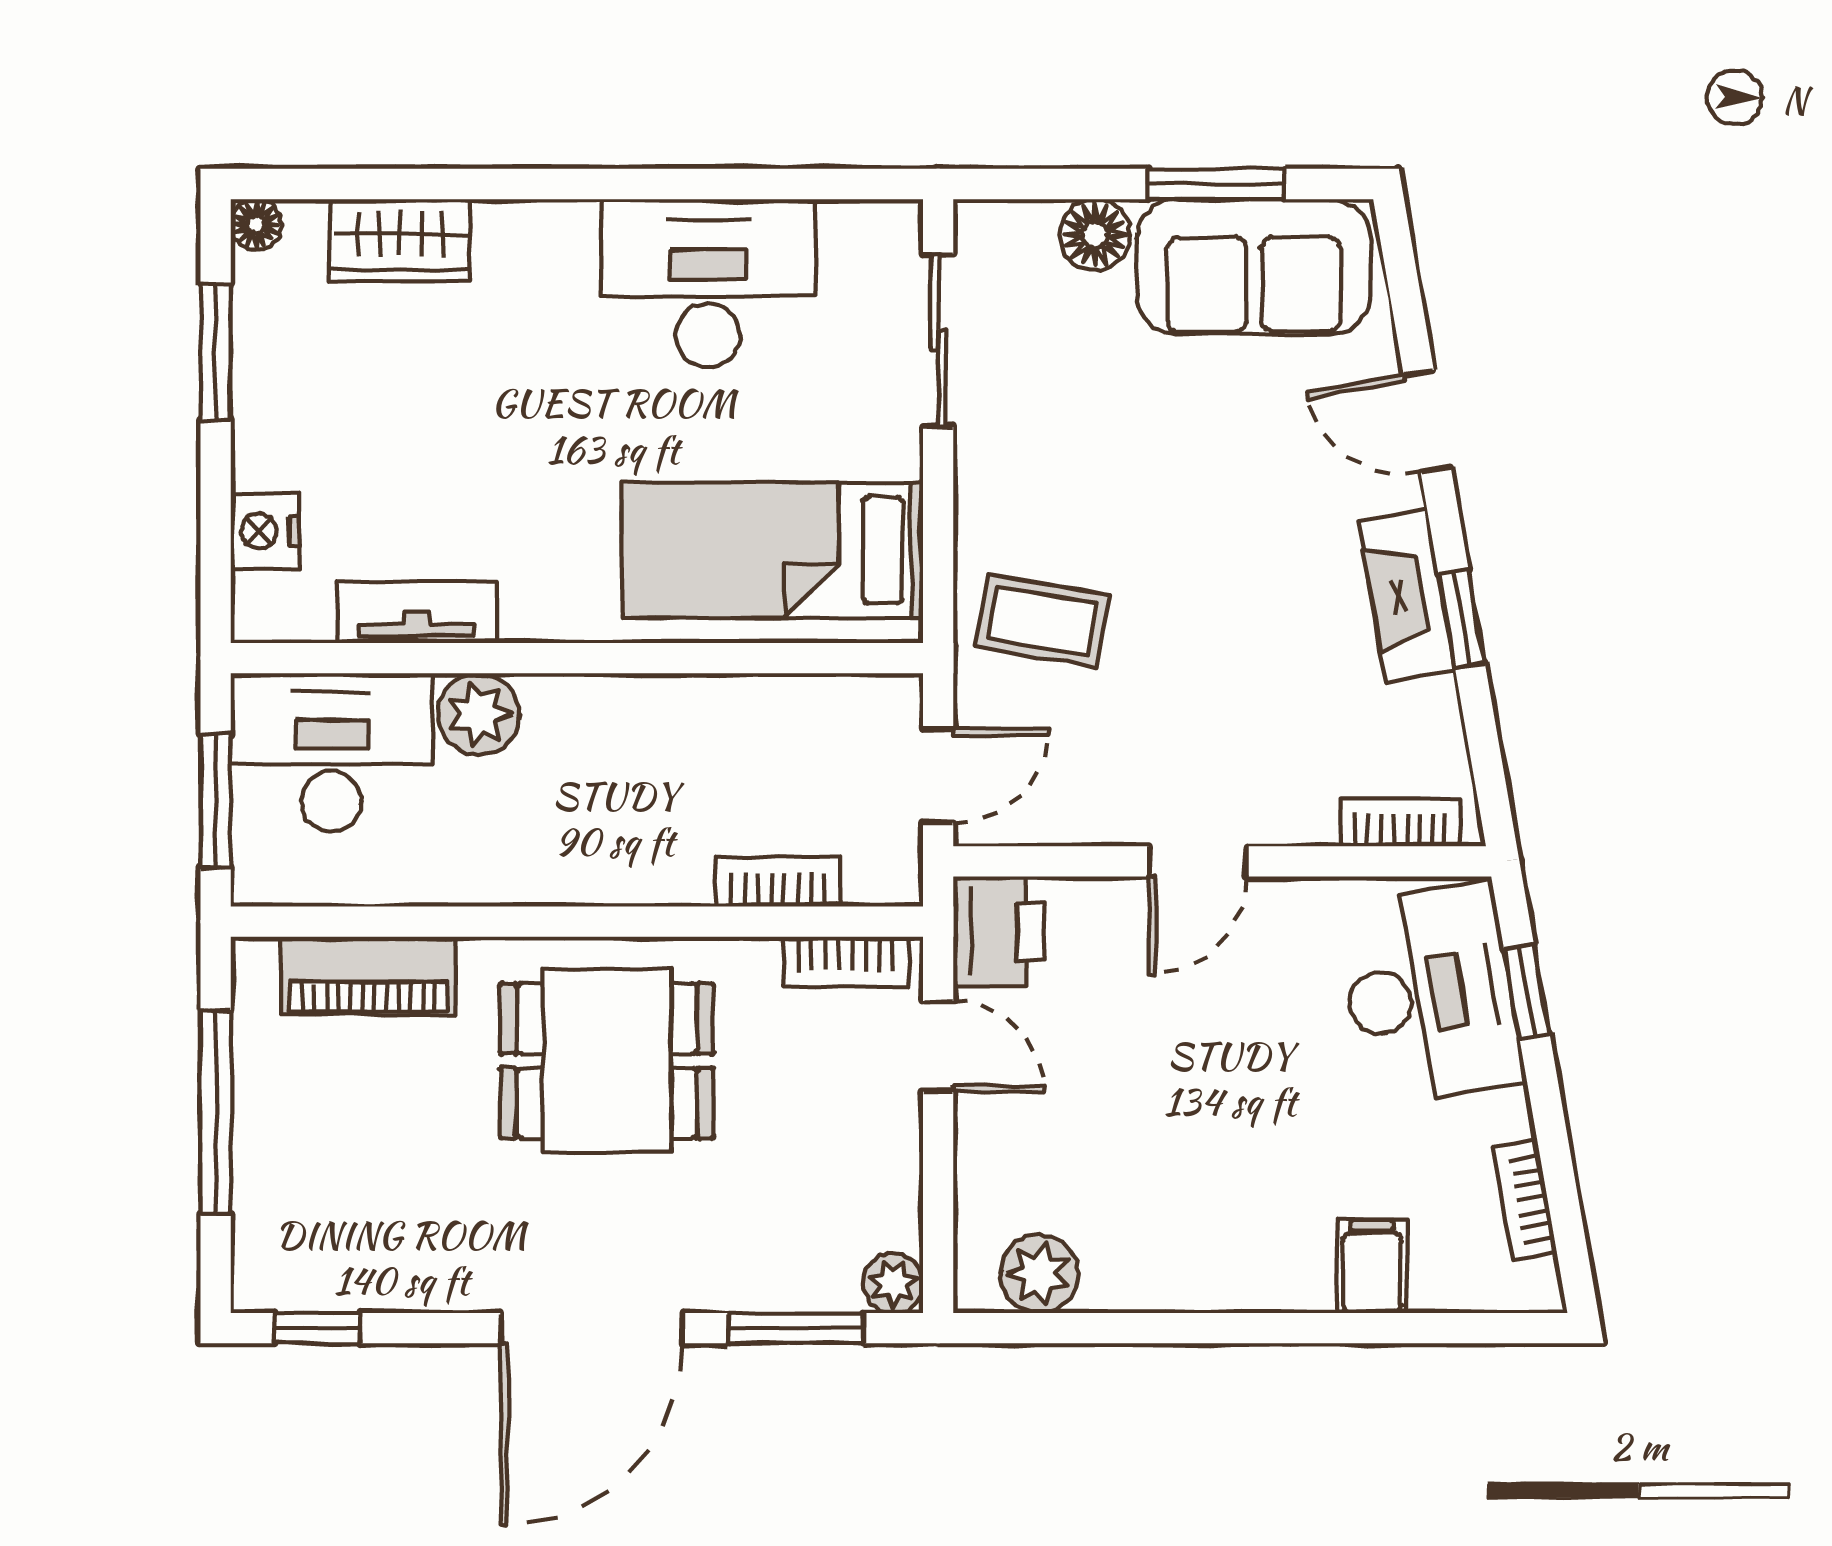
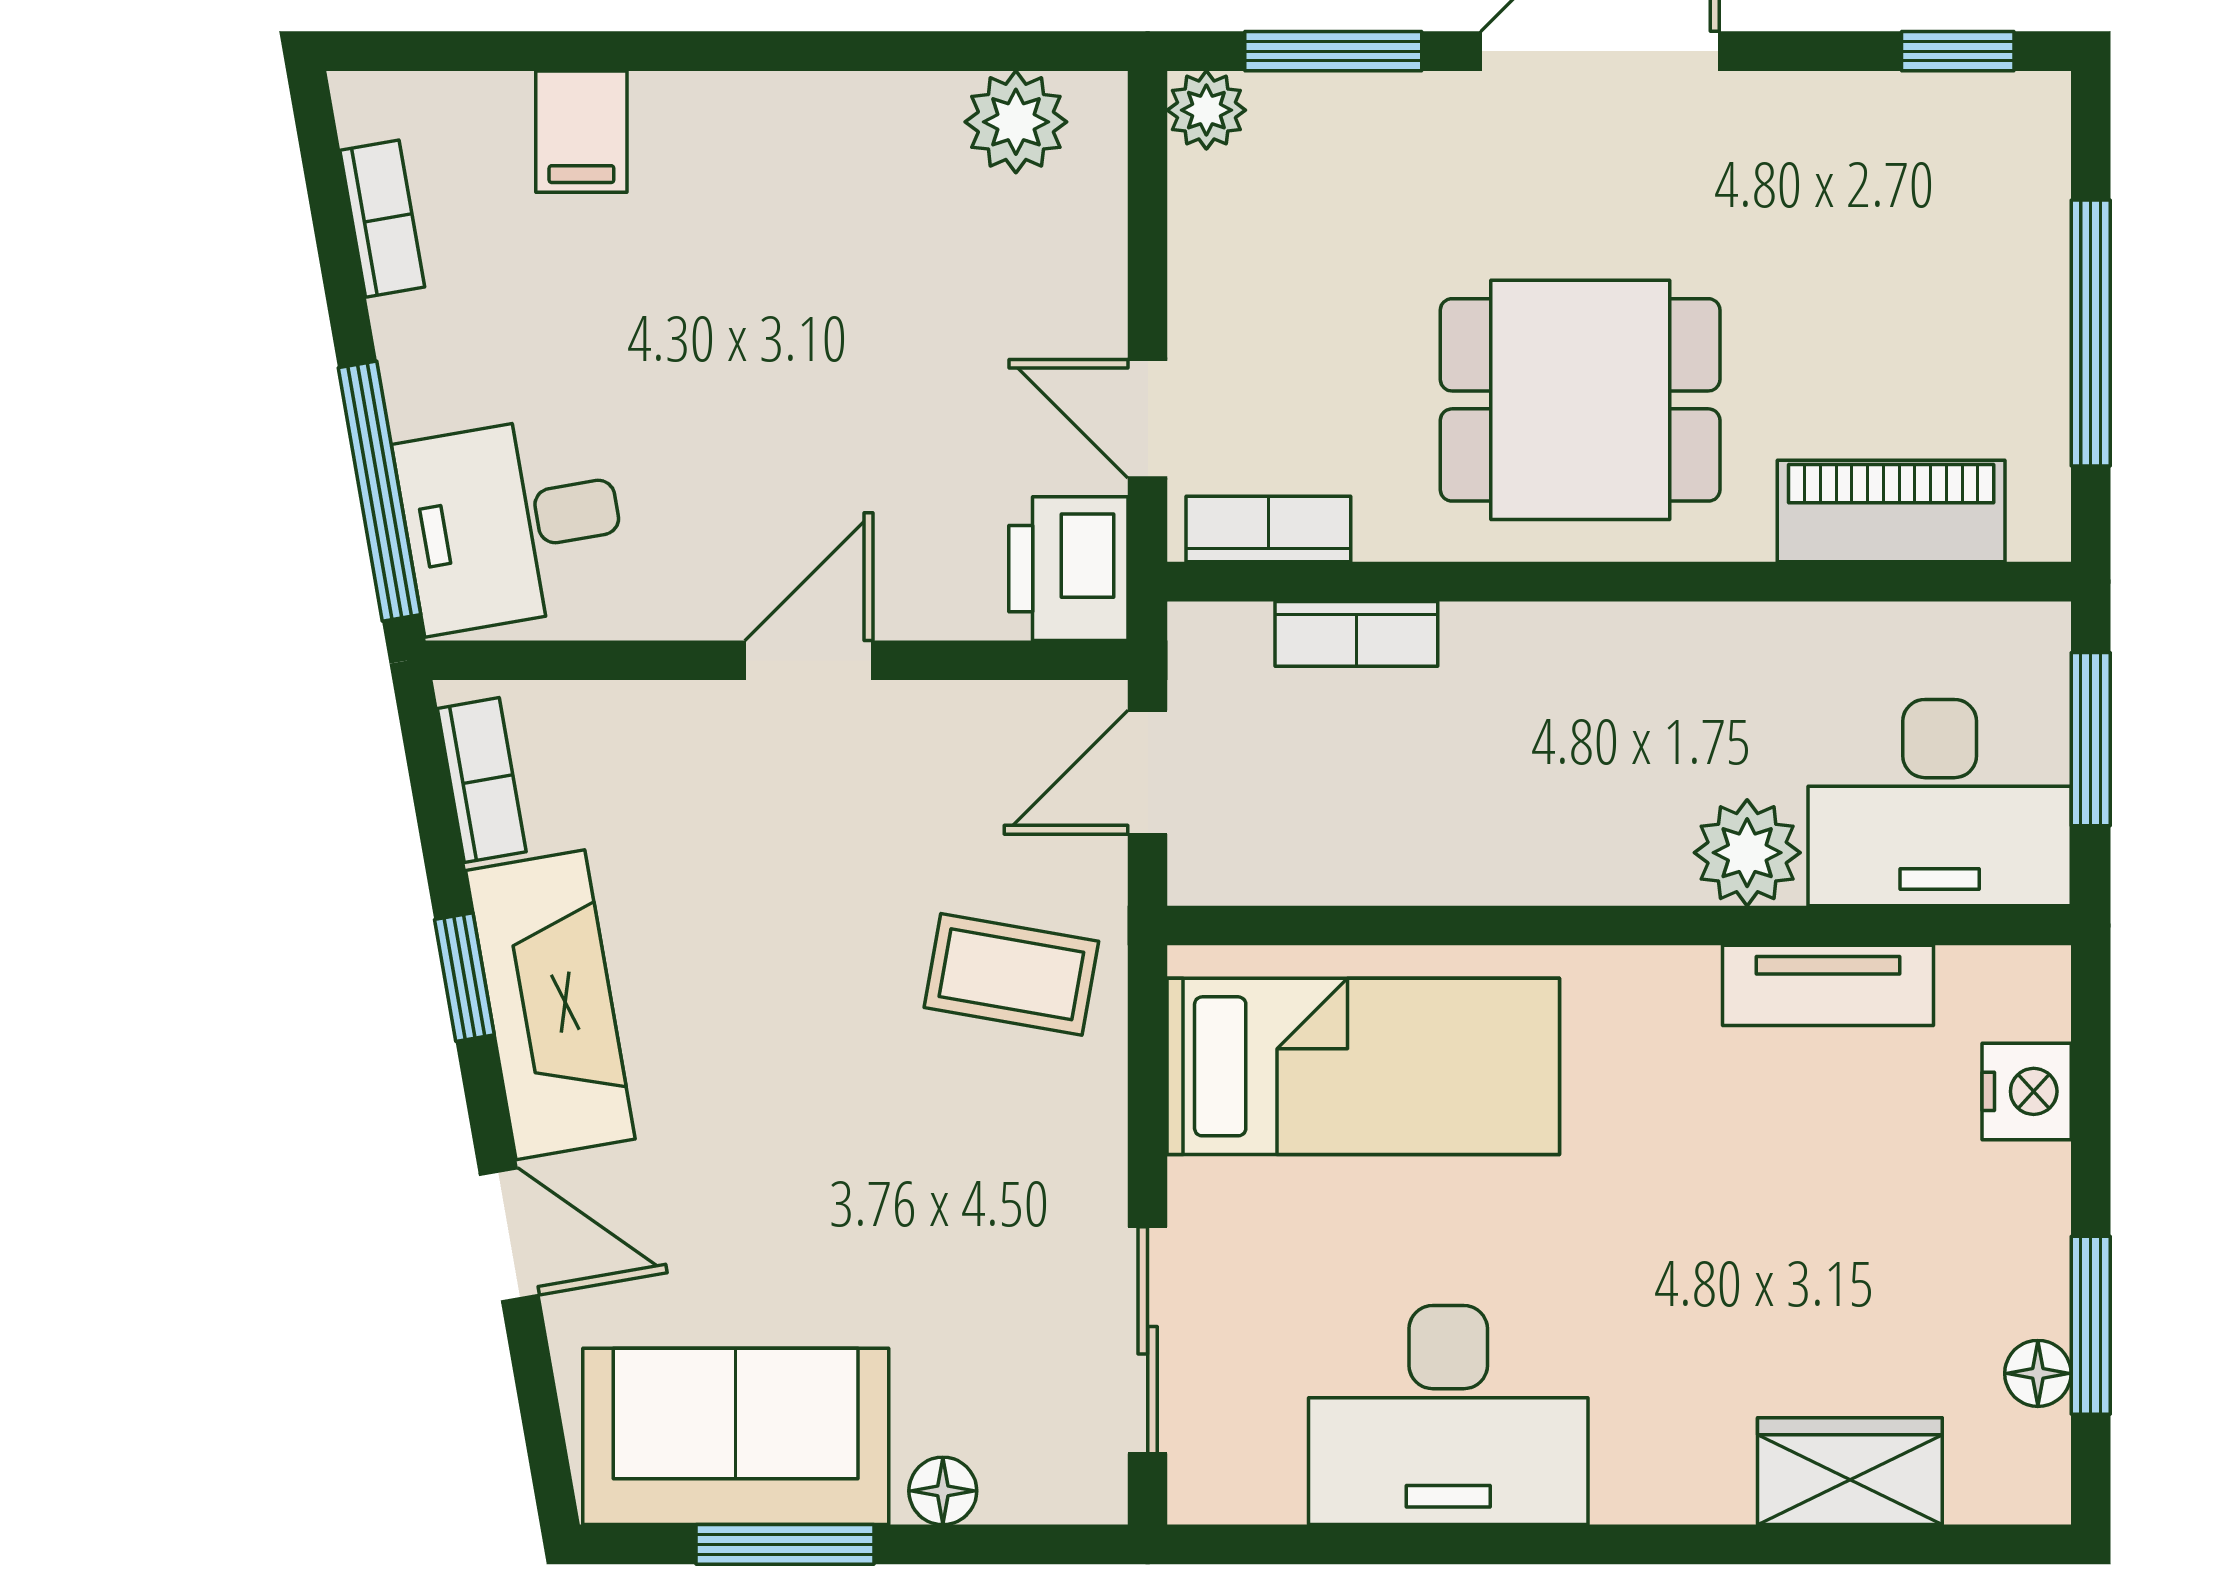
floor lamp: (256, 224) -> (2038, 1373), moved
floor lamp: (1095, 235) -> (943, 1491), width x0.73, depth x0.73
fireplace: (1407, 596) -> (550, 1005), width x1.37, depth x1.32
bookcase: (1401, 822) -> (482, 780), moved, turned -100
window: (1527, 991) -> (380, 491), width x2.17
desk: (1430, 994) -> (512, 523), width x0.73

